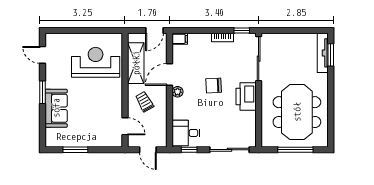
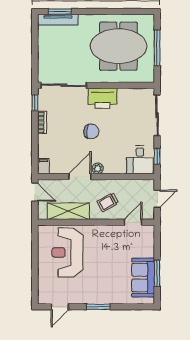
door: (170, 74) -> (80, 177), swing flipped
chair: (214, 86) -> (91, 131), turned -83
sofa: (56, 108) -> (143, 278), moved, turned -90

